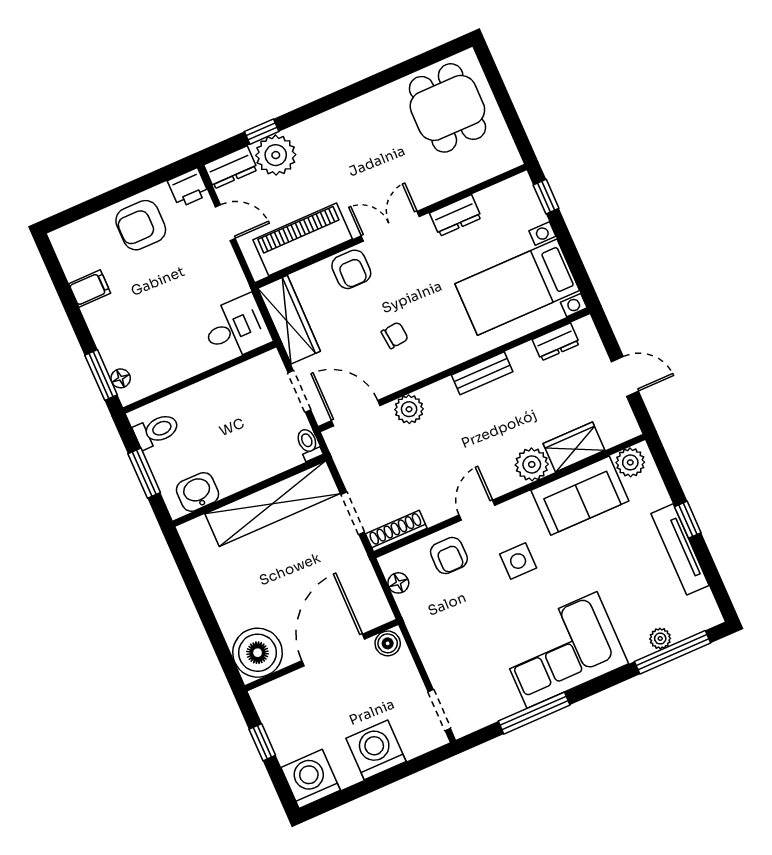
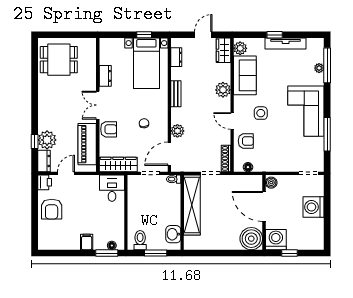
window: (546, 197) -> (144, 35), moved
filing cabinet: (90, 288) -> (87, 242), moved
wardrobe: (574, 447) -> (223, 50), moved
washing machine: (311, 779) -> (276, 240), moved, turned 90

